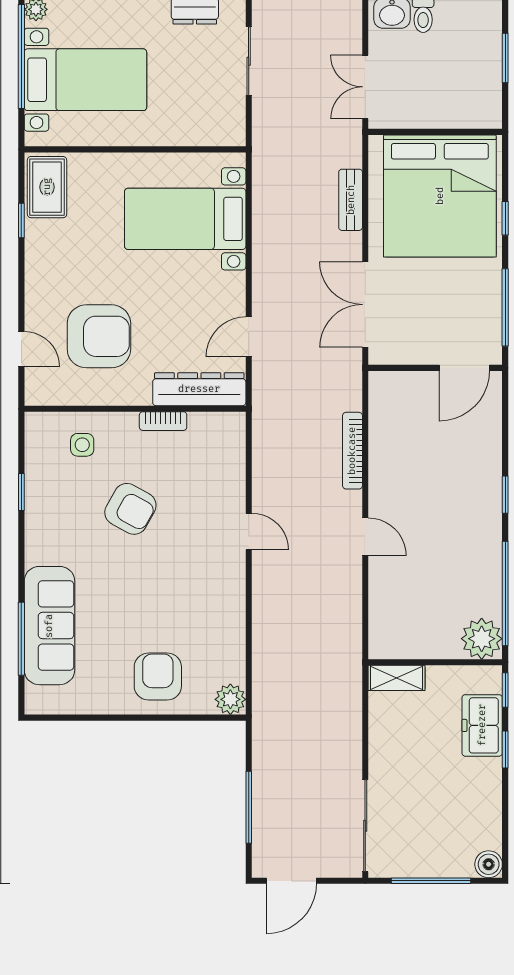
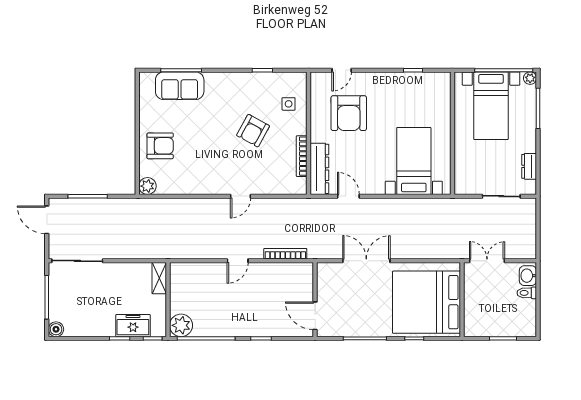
rug: (47, 187) -> (431, 84), removed
bench: (351, 200) -> (424, 253), removed
wall: (435, 368) -> (315, 300), moved
door: (464, 368) -> (315, 316), moved
bookcase: (163, 421) -> (302, 156), width x1.56
sofa: (49, 626) -> (180, 86), width x0.73

